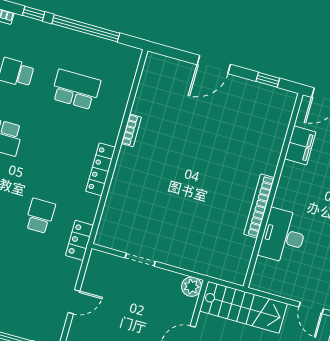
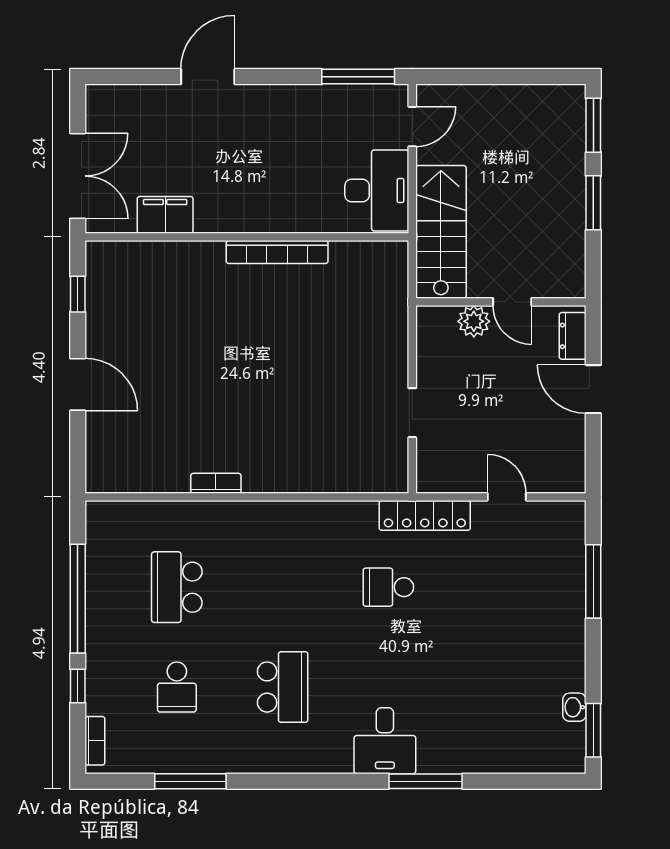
locker: (101, 169) -> (290, 514), removed
desk: (283, 236) -> (377, 191), moved, turned -90
locker: (79, 240) -> (425, 515), width x1.53
plant: (192, 287) -> (474, 321), moved

